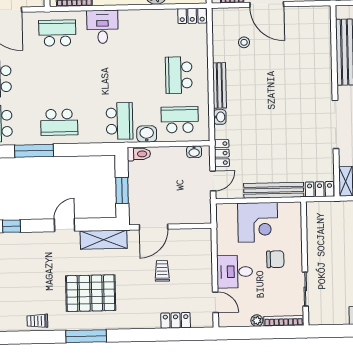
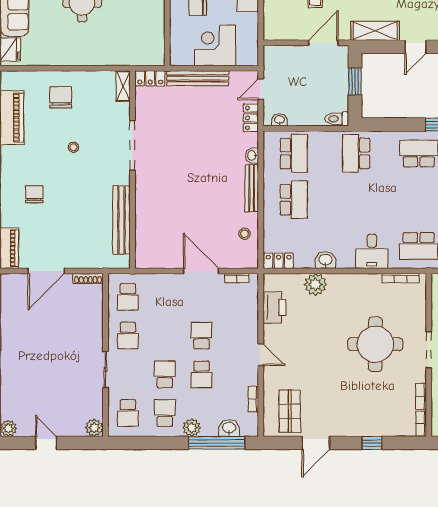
stool: (244, 42) -> (245, 234), moved
school desk: (180, 120) -> (294, 153), turned -90
washbasin: (147, 134) -> (325, 260), moved, turned 180

